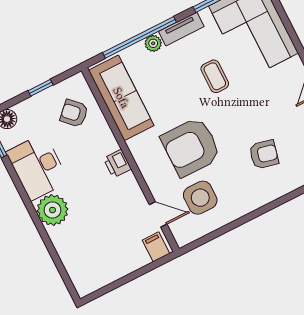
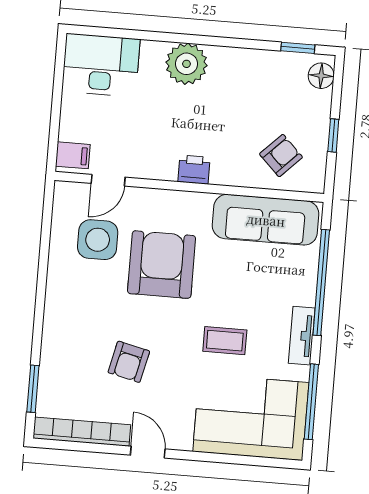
plant: (153, 43) -> (305, 294), removed
armchair: (264, 154) -> (129, 362), moved
desk: (38, 167) -> (101, 65), moved

